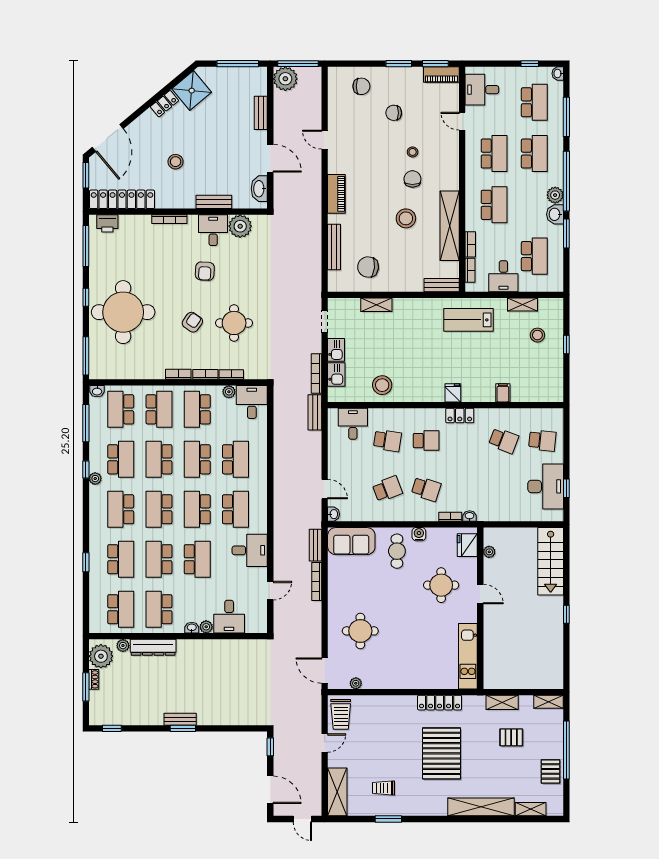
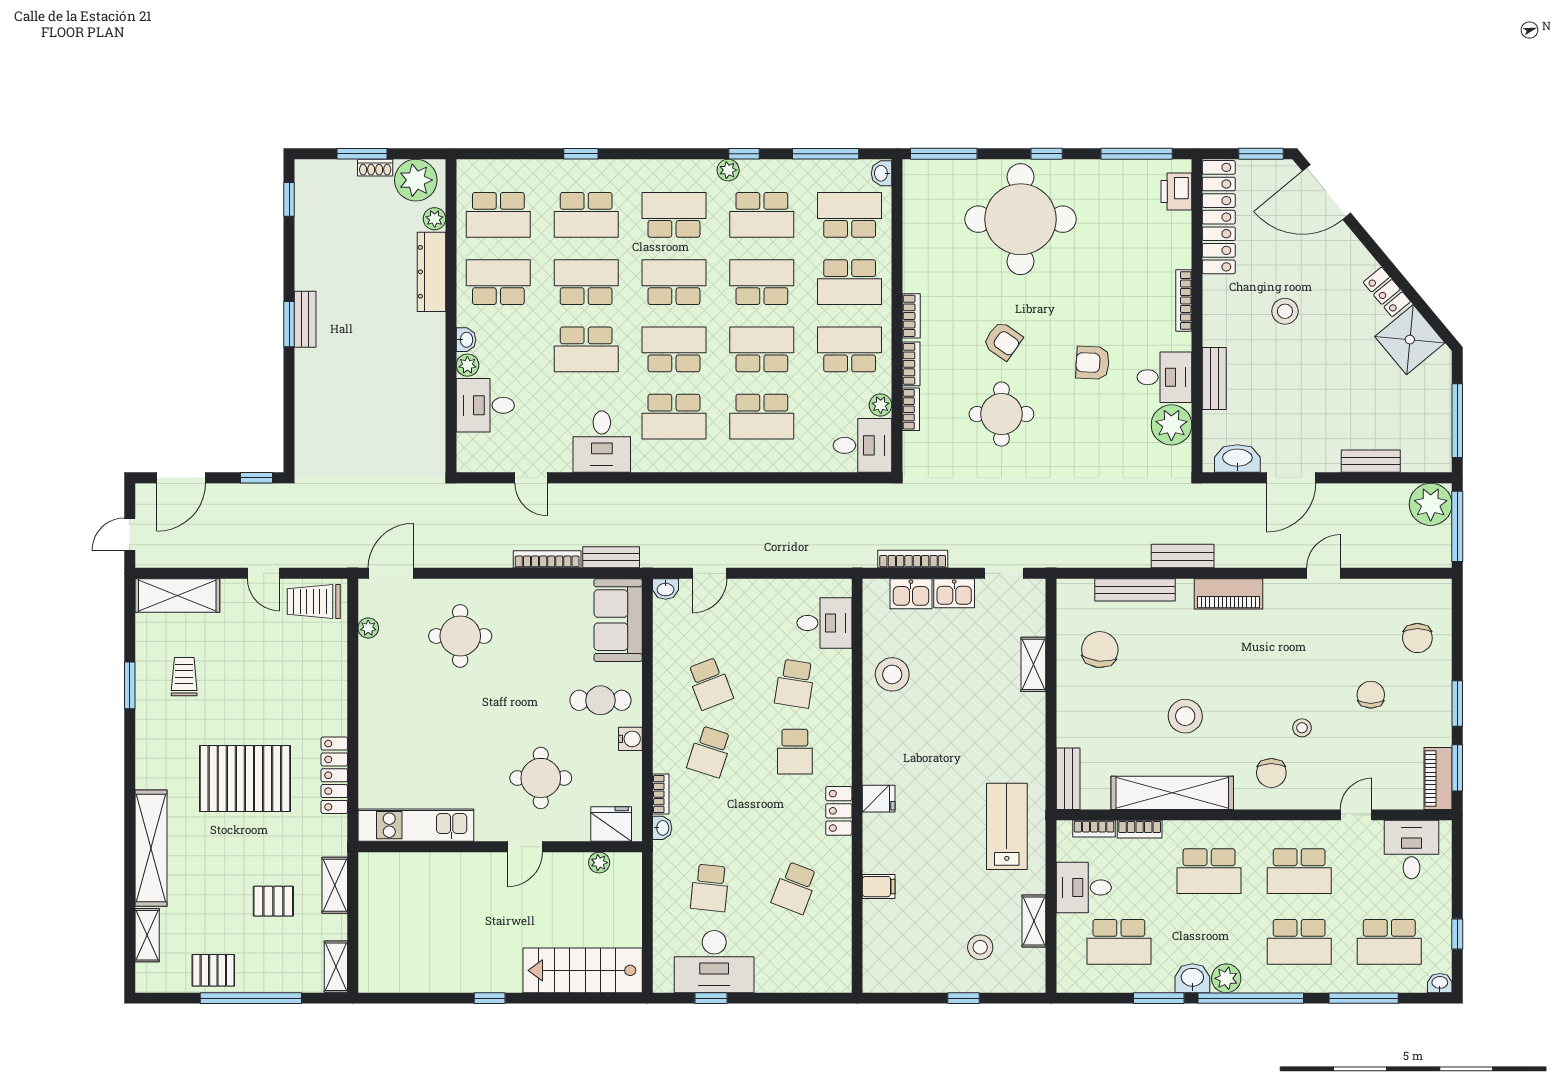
chair: (412, 179) -> (1271, 773), moved, turned 90
bench: (315, 412) -> (1183, 556), moved
school desk: (542, 441) -> (710, 888), moved
pallet: (511, 737) -> (273, 901), turned 90

